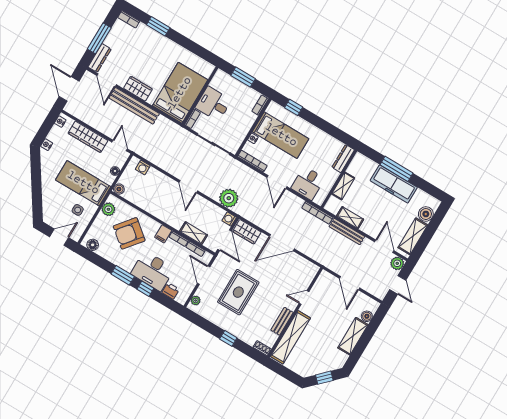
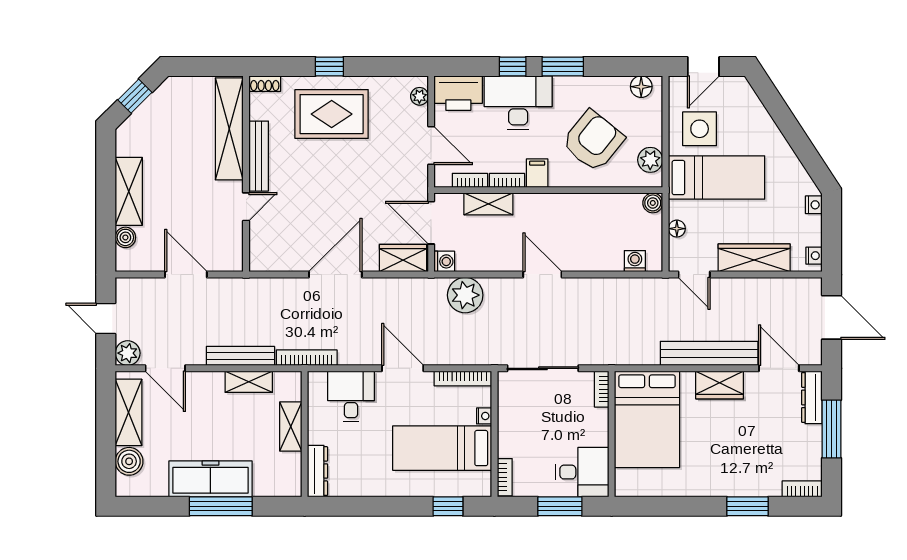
desk: (213, 104) -> (582, 472), moved
side table: (78, 210) -> (700, 129), width x1.87, depth x1.87
printer: (171, 291) -> (458, 93), width x1.87, depth x1.48
rug: (238, 292) -> (332, 114), moved, turned 90
bench: (282, 321) -> (259, 156), width x1.36

